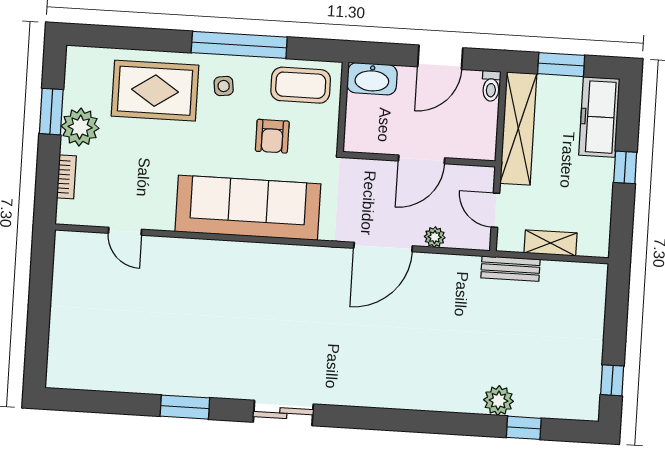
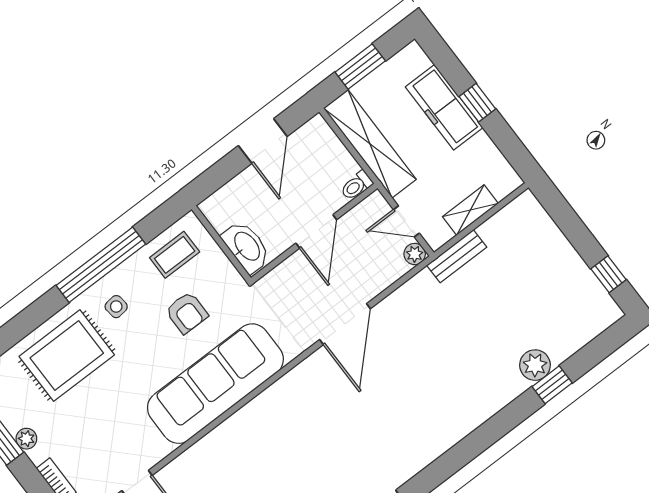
washbasin: (372, 79) -> (246, 247), moved, turned -90
coffee table: (301, 85) -> (175, 255), width x0.73, depth x0.77
toilet: (491, 86) -> (356, 186), moved, turned 90
freezer: (599, 117) -> (444, 107), moved
plant: (80, 127) -> (26, 439), width x0.53, depth x0.53
plant: (435, 237) -> (415, 254), moved
window: (524, 428) -> (552, 385), moved

